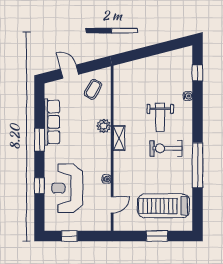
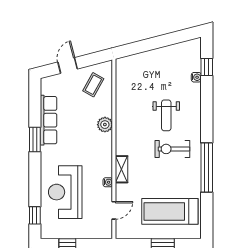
door: (69, 72) -> (68, 65), hinge flipped
water cooler: (188, 96) -> (196, 77), moved
shelving: (119, 138) -> (121, 169), moved
window: (39, 186) -> (35, 215), moved

